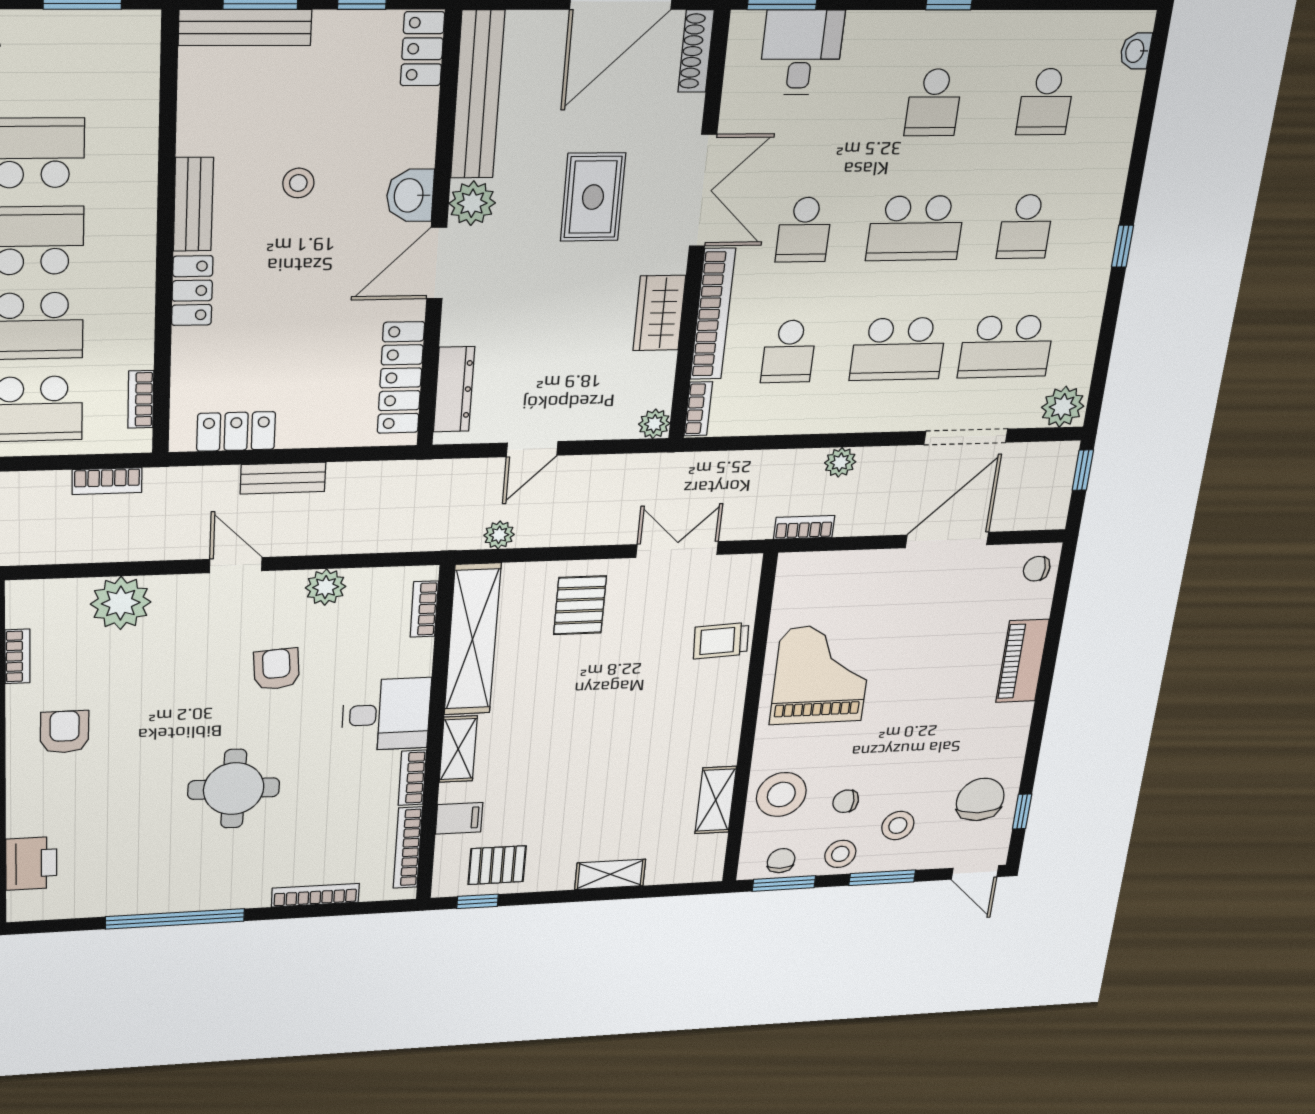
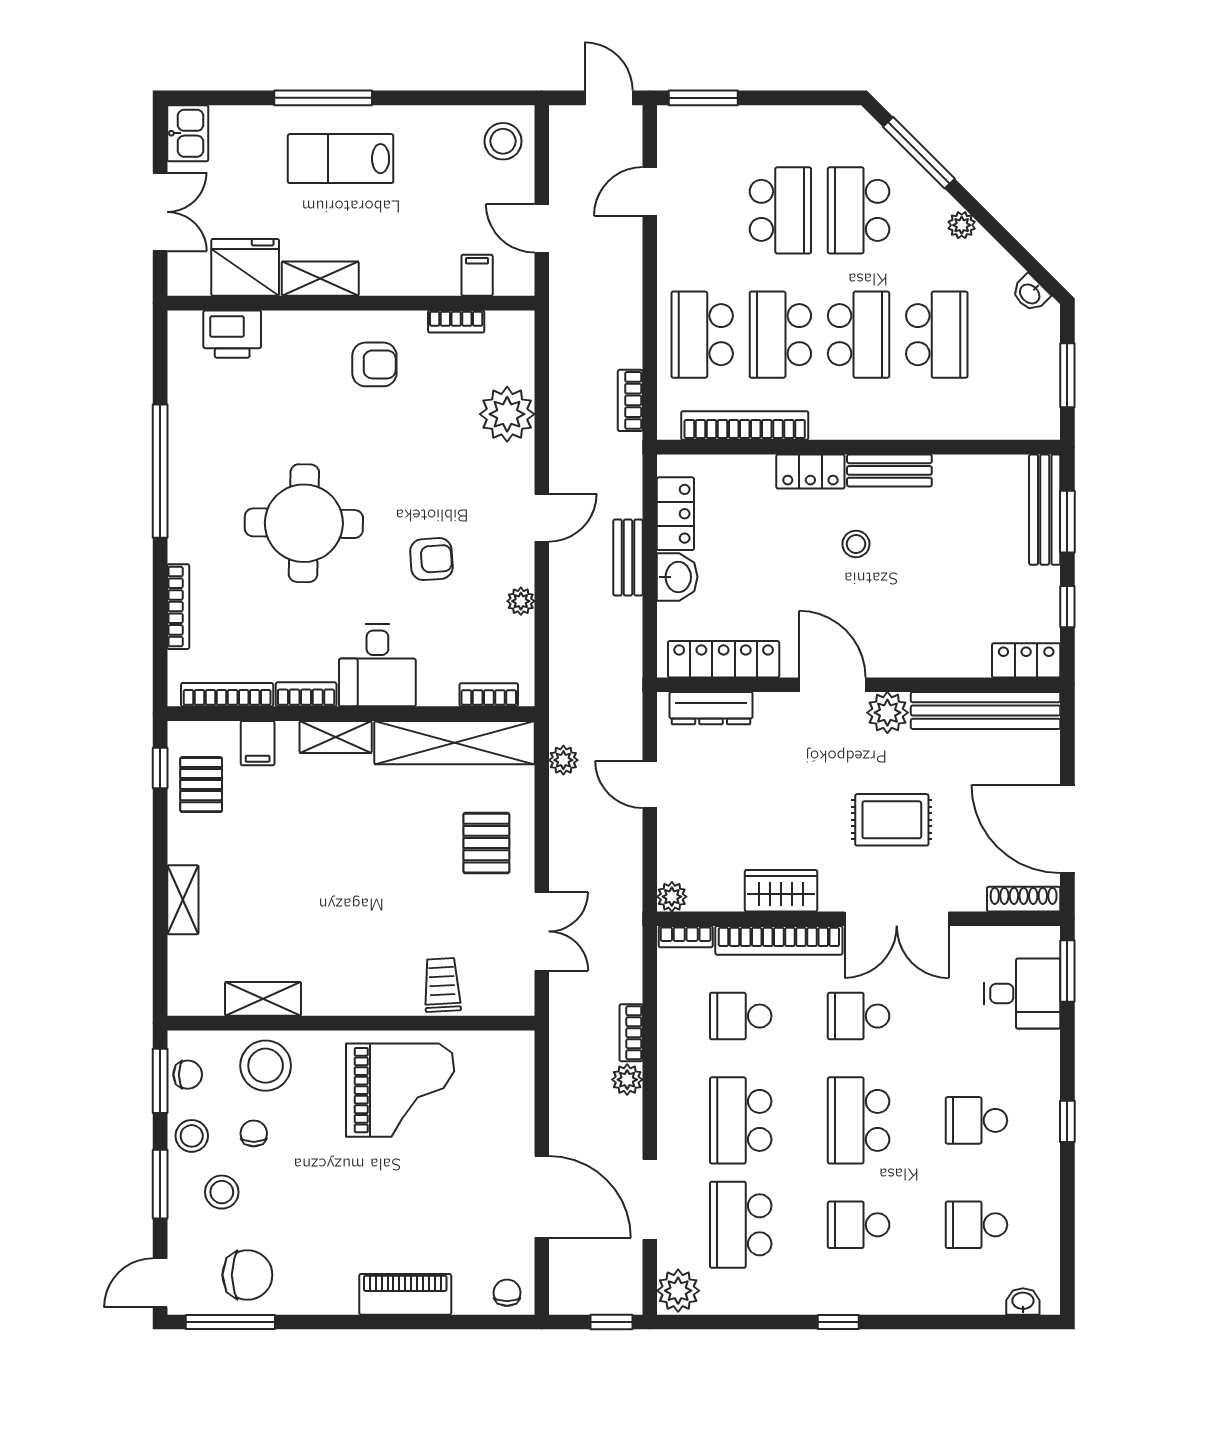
stool: (298, 183) -> (856, 544), moved
washbasin: (410, 195) -> (677, 577), moved, turned 90
bookcase: (141, 399) -> (745, 426), width x2.31, depth x1.31
bookcase: (804, 527) -> (631, 1033), moved, turned 180
plant: (326, 587) -> (521, 601), width x0.73, depth x0.73
pallet: (580, 605) -> (486, 843), turned 90
round table: (234, 789) -> (304, 523), width x1.36, depth x1.36
window: (1022, 812) -> (230, 1322), width x2.17

